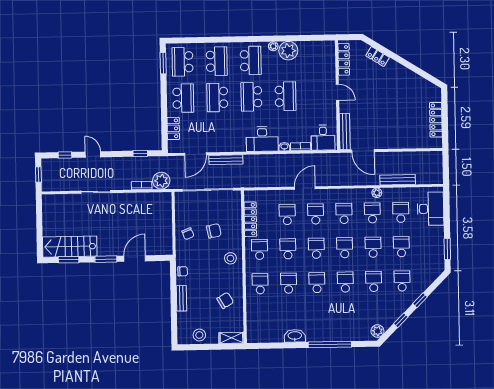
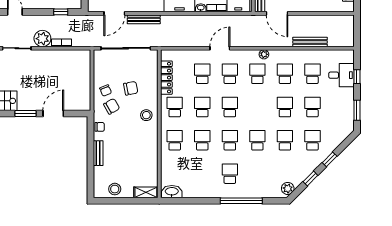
plant: (161, 181) -> (42, 39), moved
plant: (377, 193) -> (264, 54), moved
desk: (431, 209) -> (341, 75), width x0.73
window: (447, 214) -> (357, 77), added
school desk: (345, 248) -> (230, 174), moved
chair: (225, 300) -> (112, 106), moved
washbasin: (295, 336) -> (172, 192), moved

